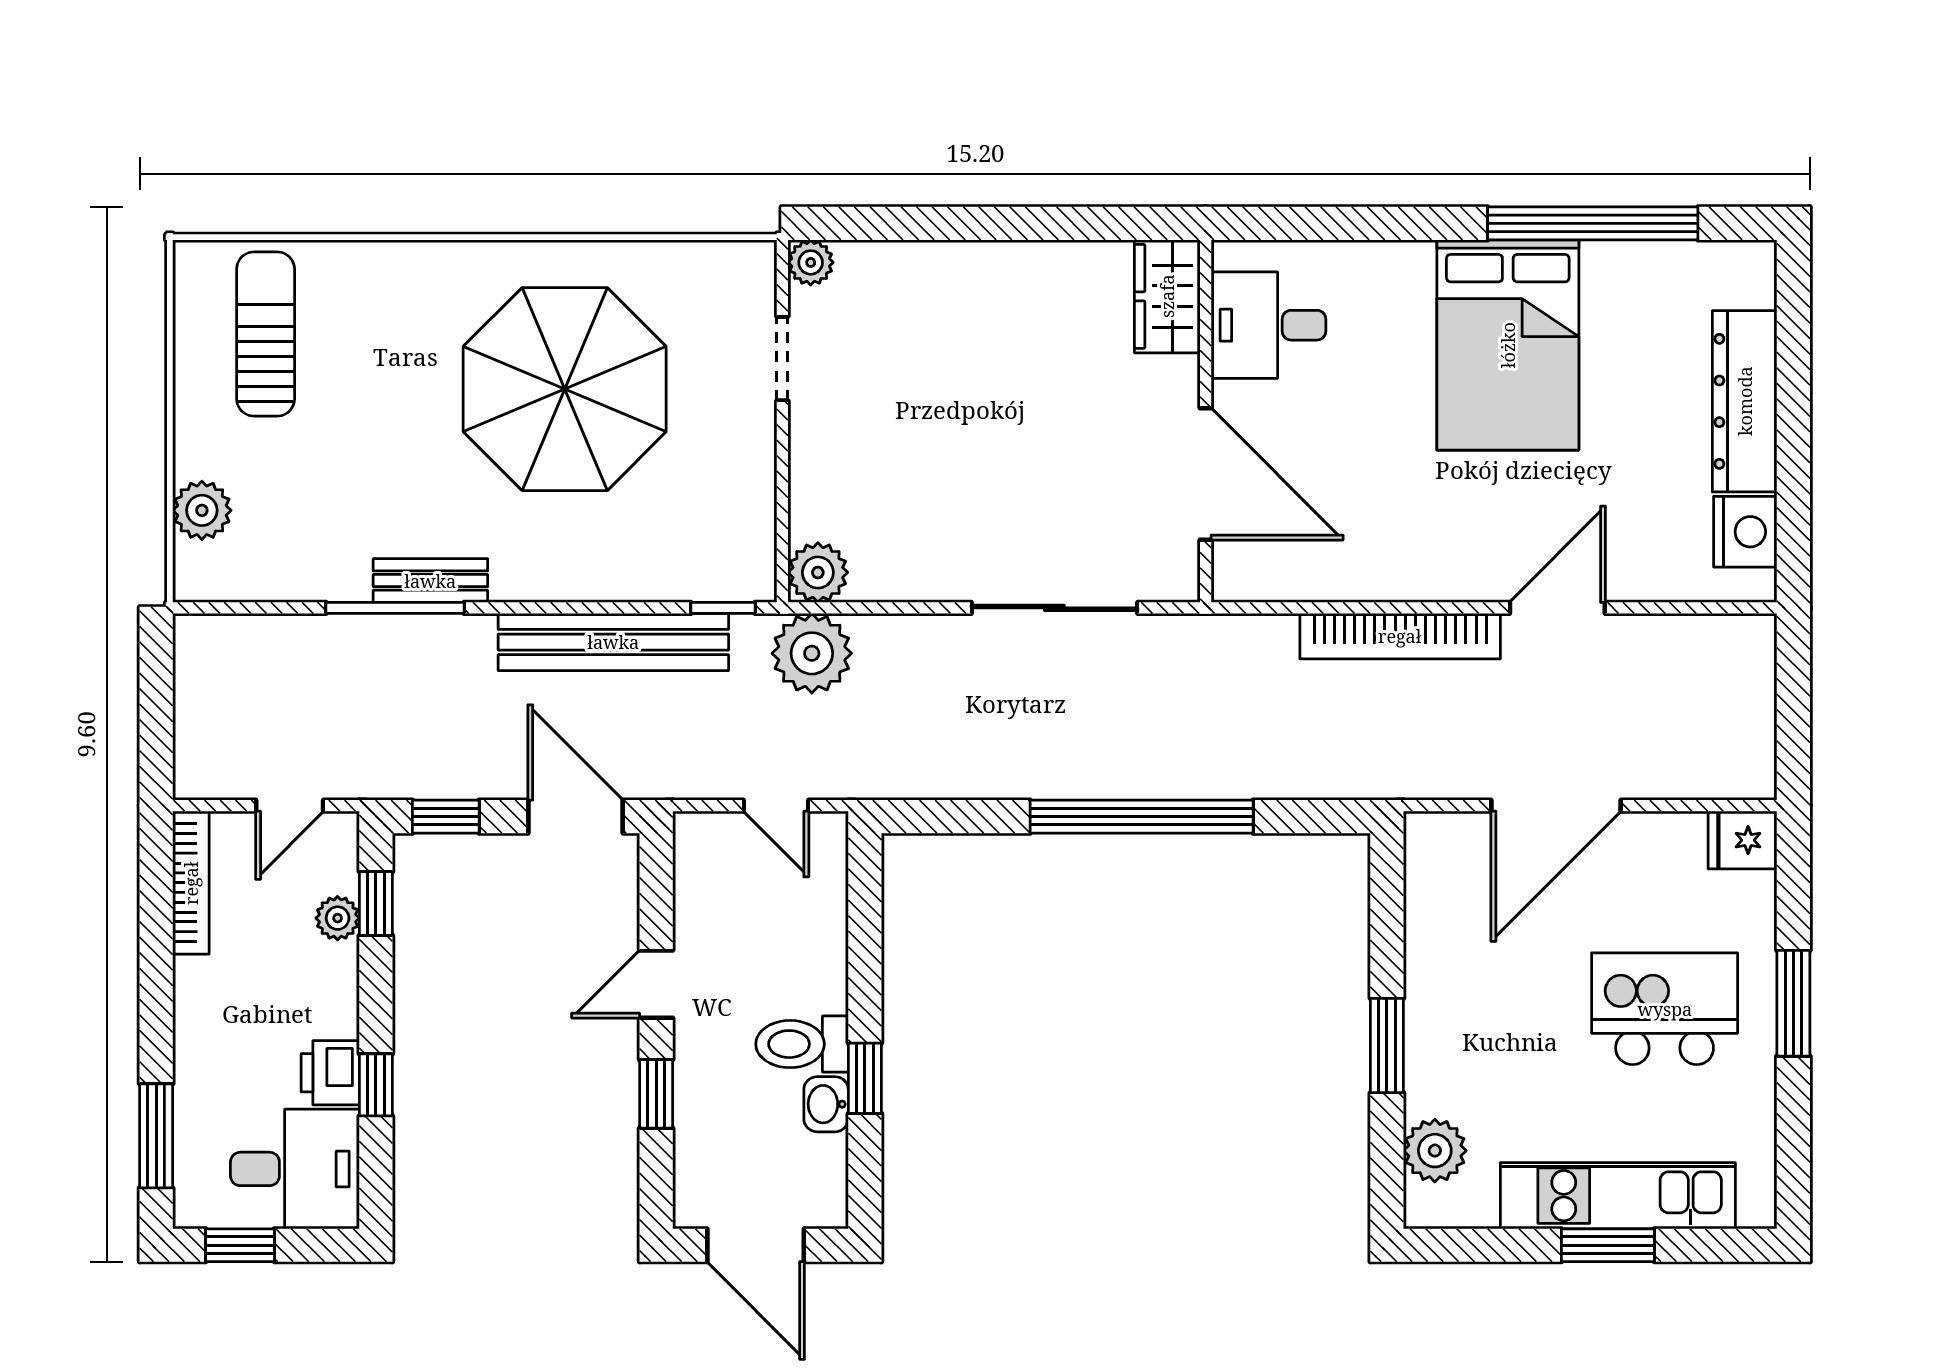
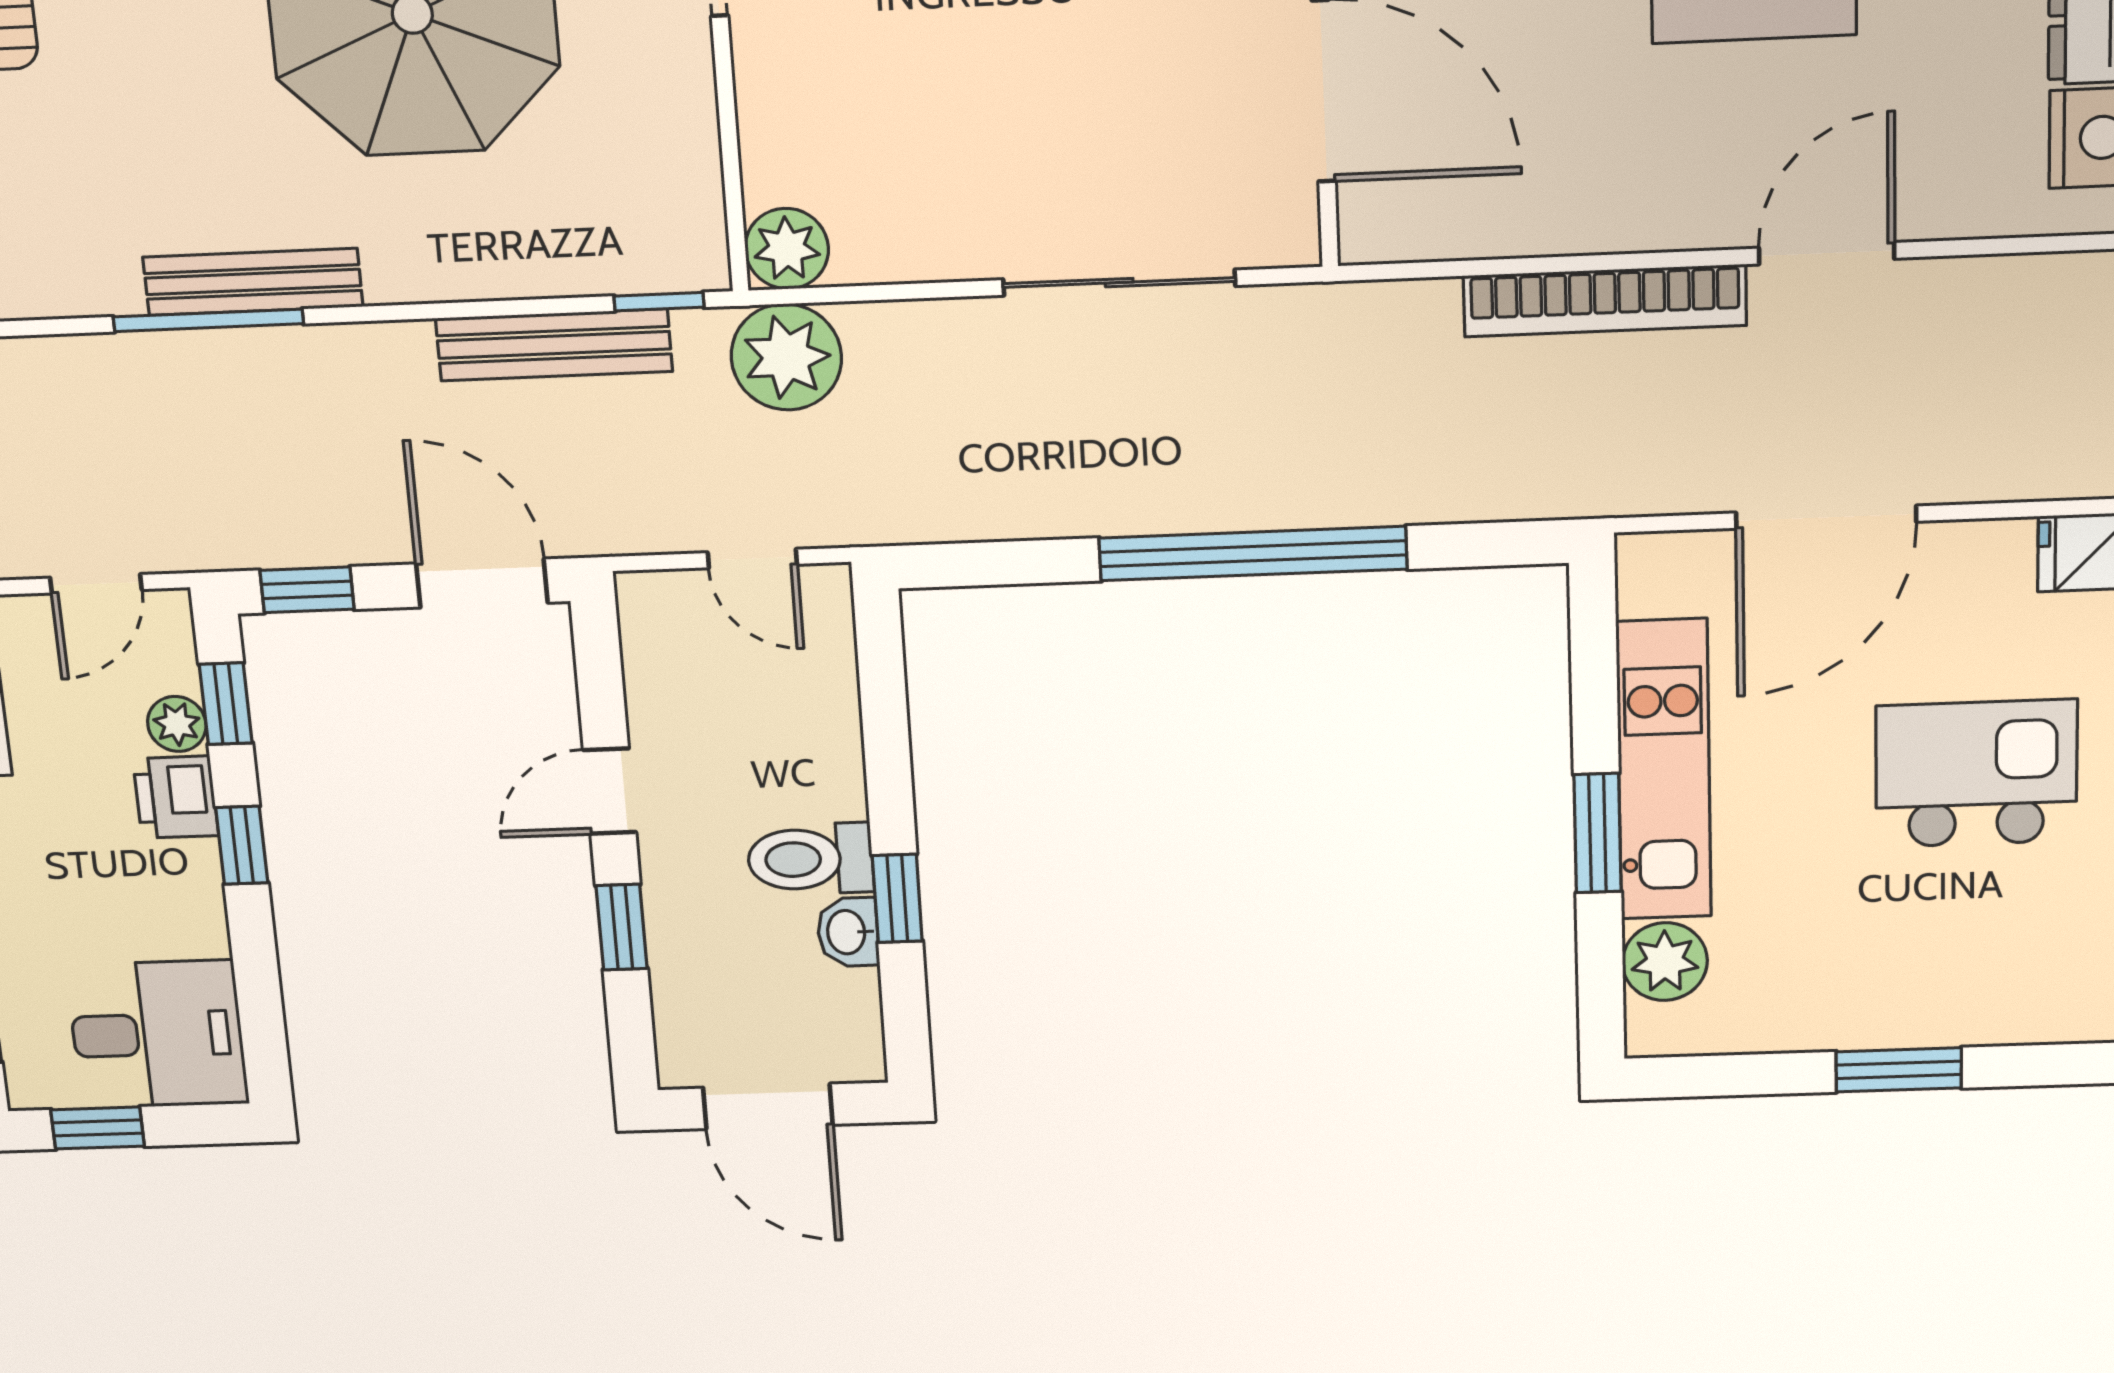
bench: (430, 581) -> (253, 282), width x1.36
bench: (613, 642) -> (554, 345), width x0.73, depth x0.82
printer: (330, 1073) -> (176, 797), moved
window: (376, 1085) -> (242, 845), moved
kitchen unit: (1618, 1196) -> (1664, 770), moved, turned 90

